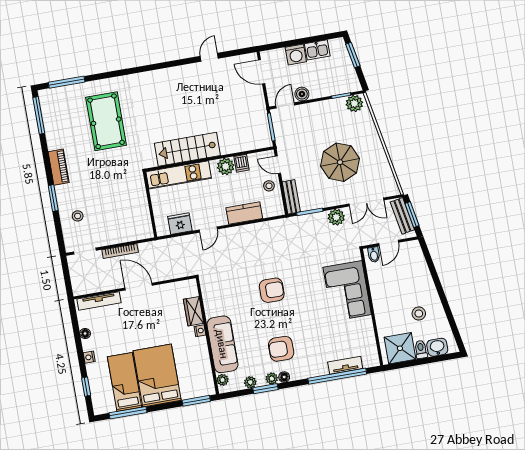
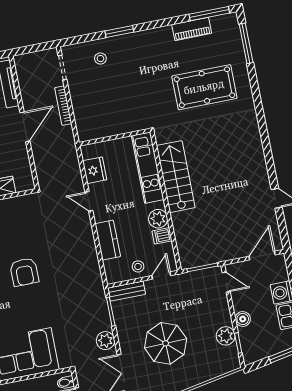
boiler: (302, 94) -> (243, 319), moved
plant: (354, 103) -> (226, 336), moved
piano: (59, 167) -> (192, 29), moved

